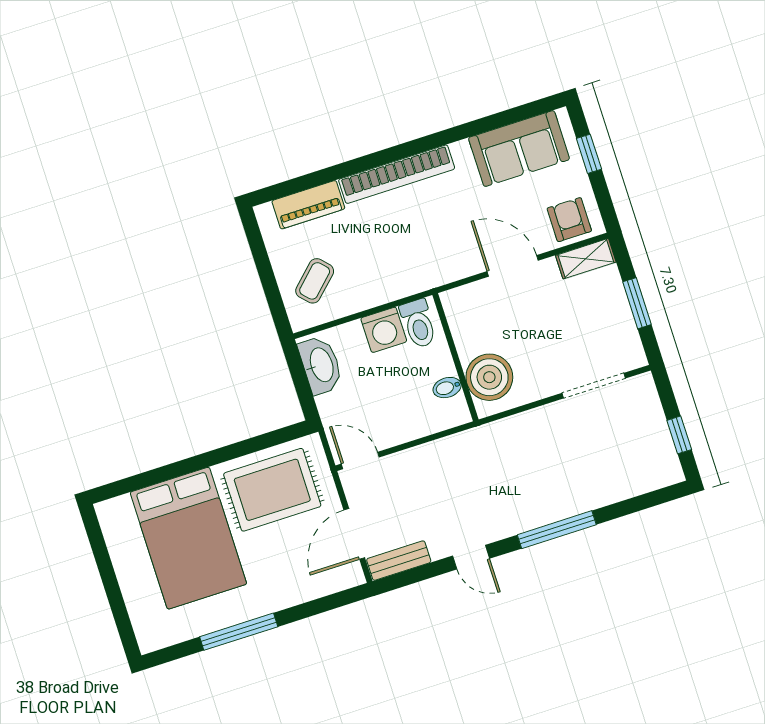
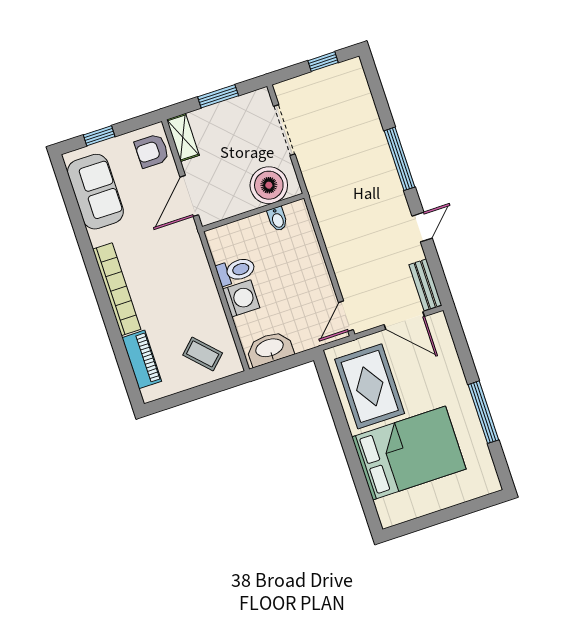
wall: (455, 357) -> (253, 212), moved
boiler: (489, 377) -> (269, 185), moved
bidet: (447, 388) -> (277, 219), moved

